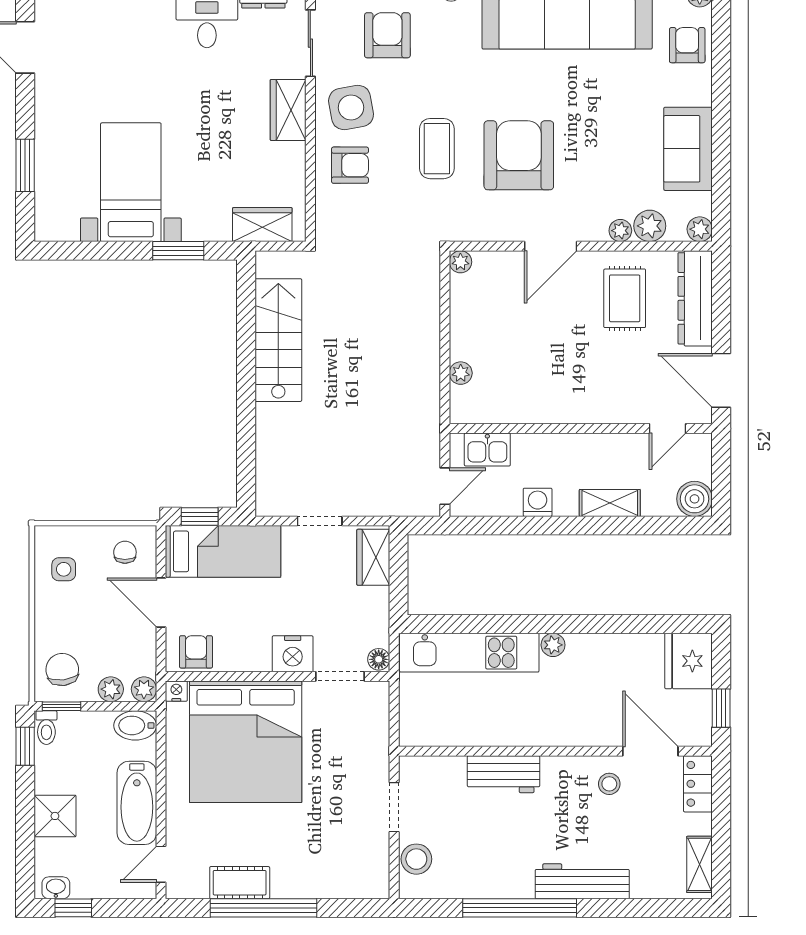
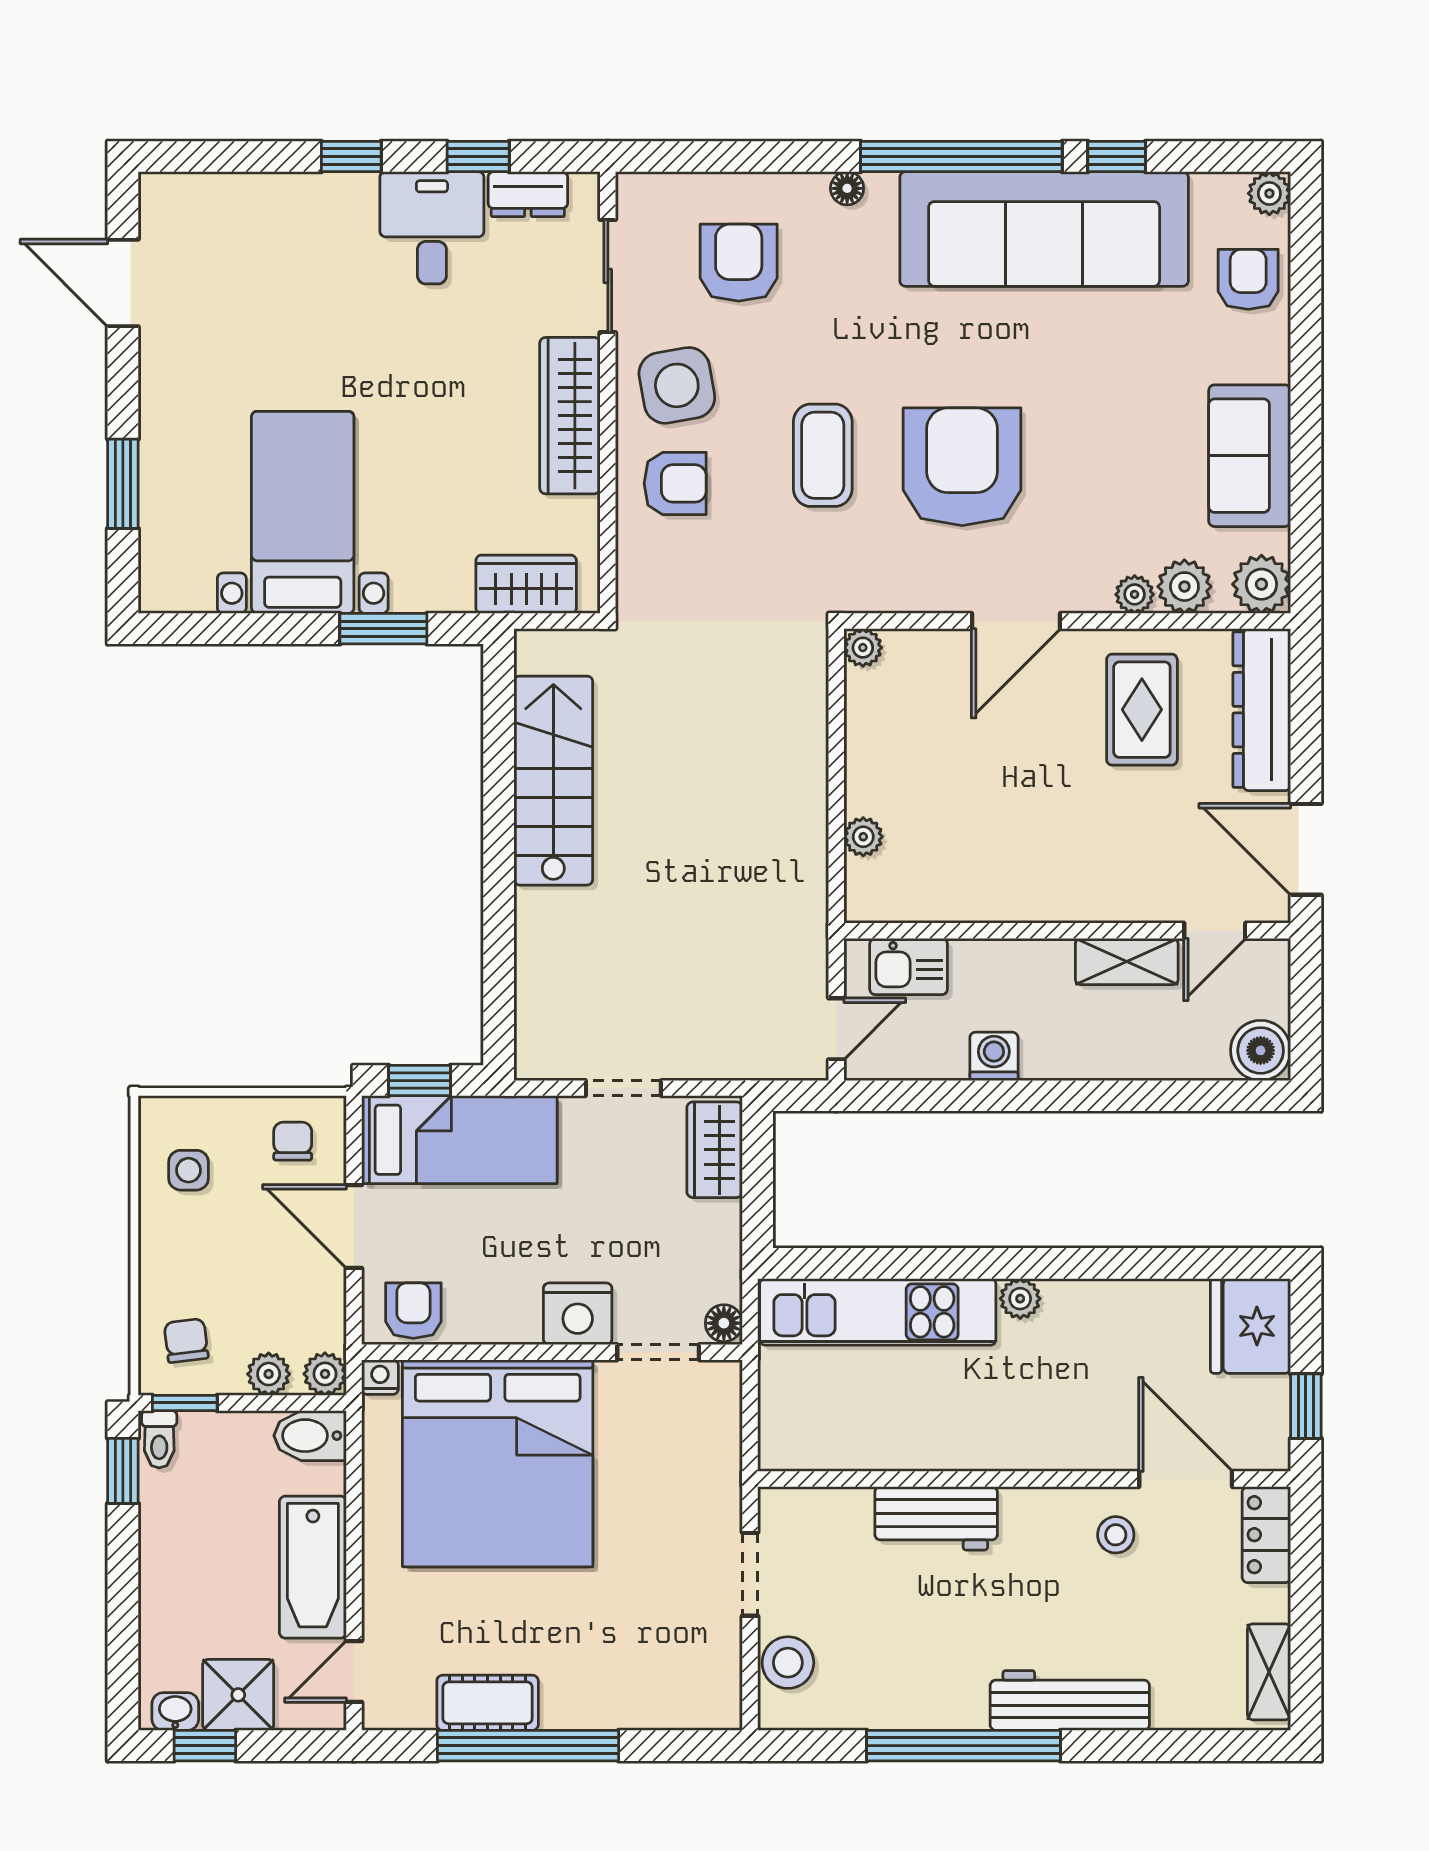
wardrobe: (288, 110) -> (570, 416), width x1.50
plant: (700, 229) -> (1261, 584), width x1.38, depth x1.38
shelving: (610, 503) -> (1127, 962), moved
chair: (62, 670) -> (186, 1340), width x0.73, depth x0.73
shower: (55, 816) -> (238, 1695), moved

